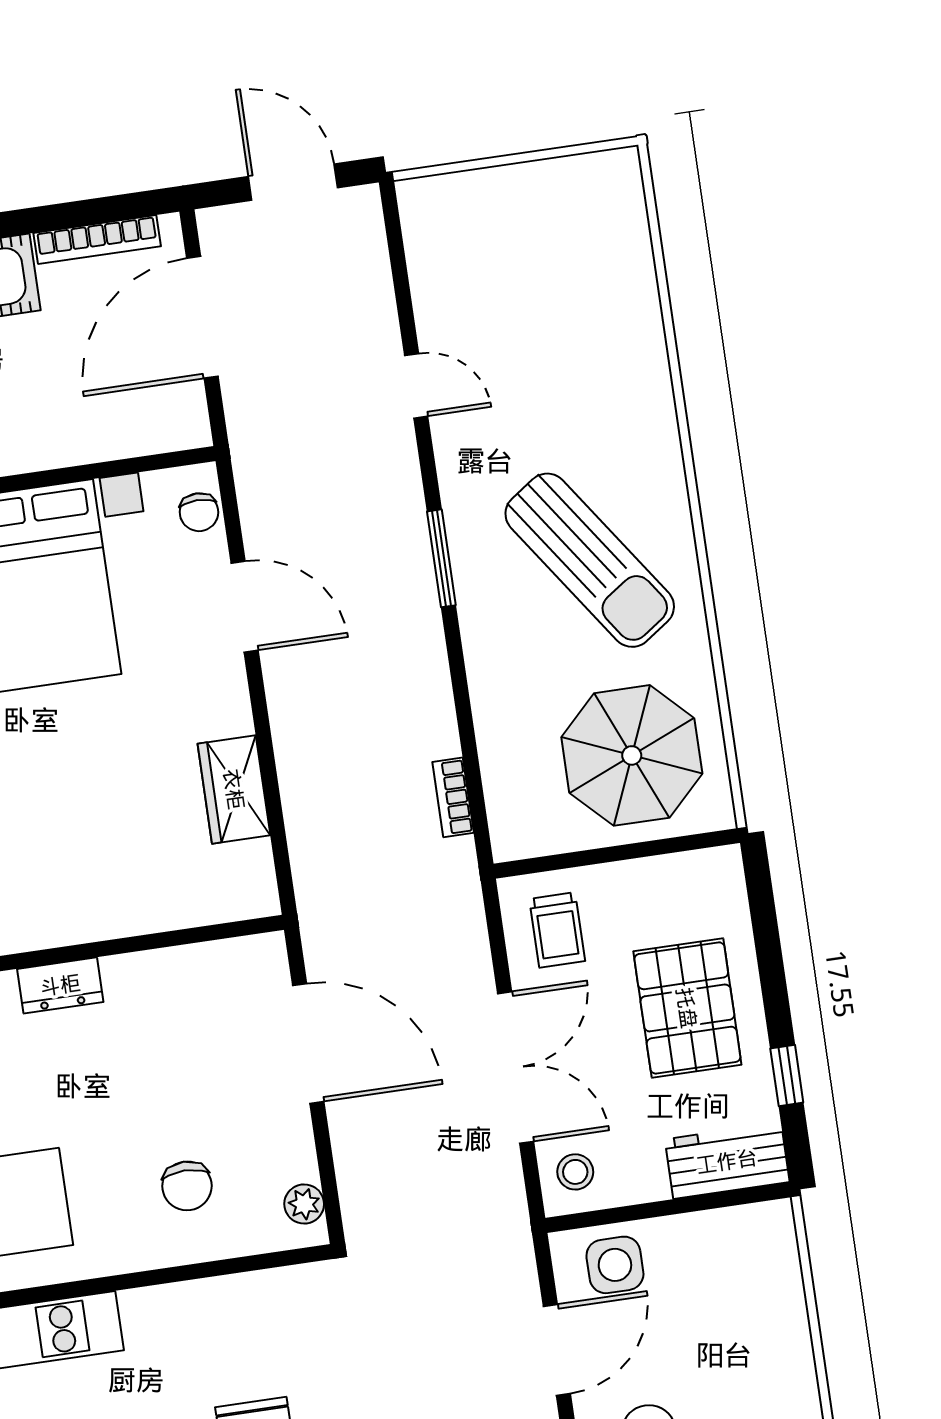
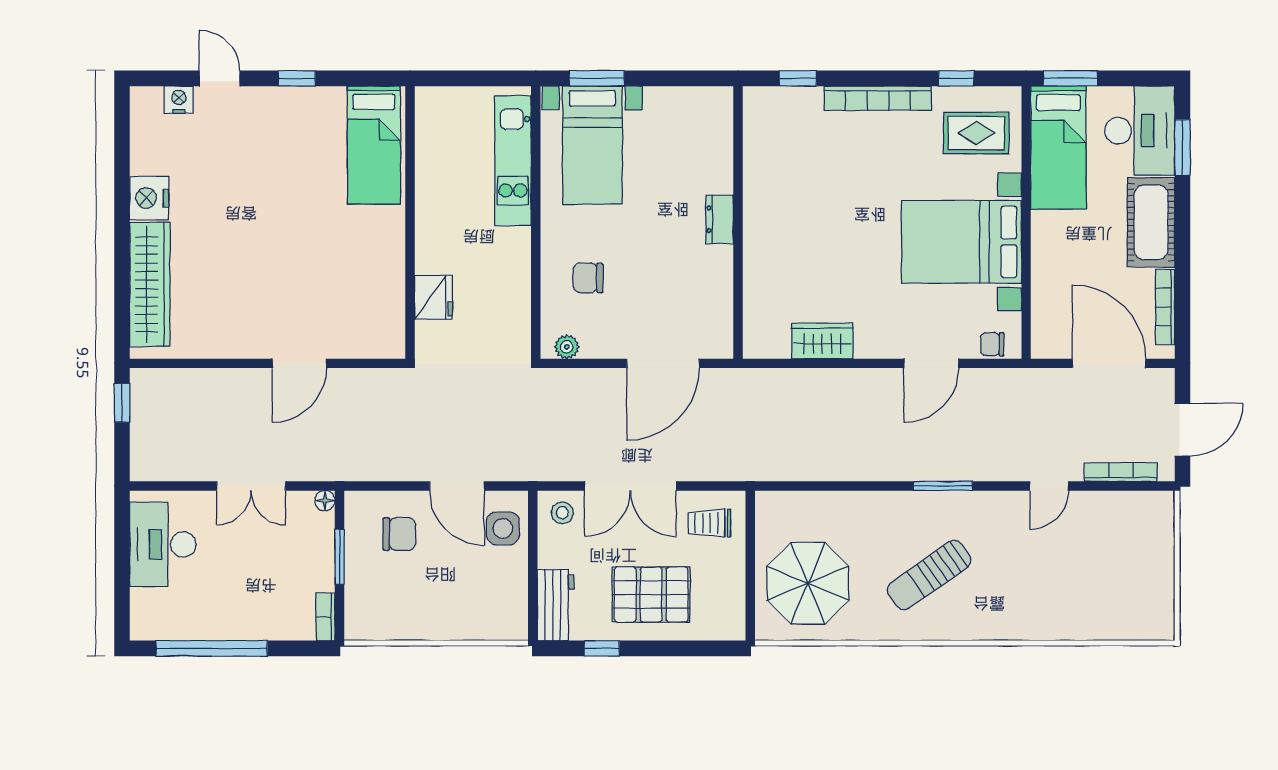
sun lounger: (590, 560) -> (929, 575), width x0.73, depth x0.75
bookcase: (453, 797) -> (1121, 472), moved, width x1.56

